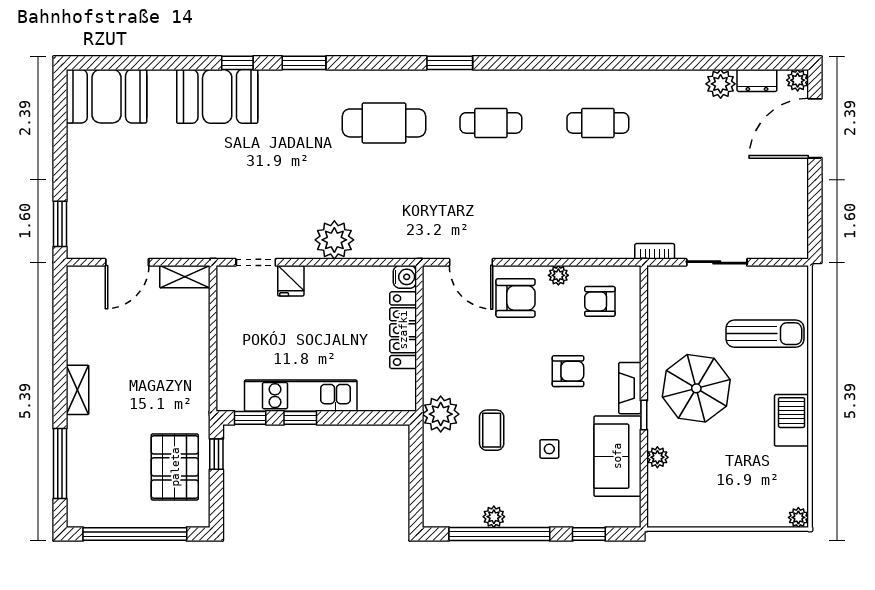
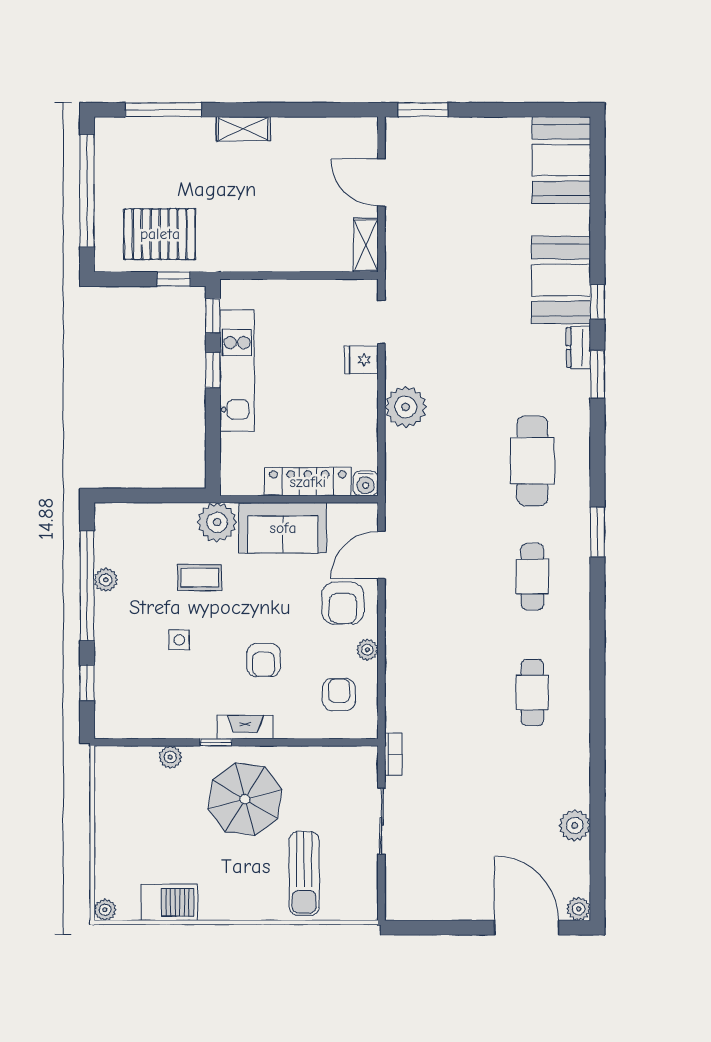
dresser: (757, 80) -> (578, 347), moved
barbecue: (792, 420) -> (169, 902), moved
sofa: (617, 456) -> (283, 528), moved, turned 180

